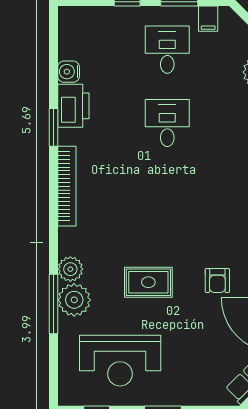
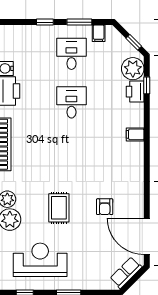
rug: (148, 282) -> (59, 208), turned 90
reception desk: (120, 361) -> (40, 260), turned 180

